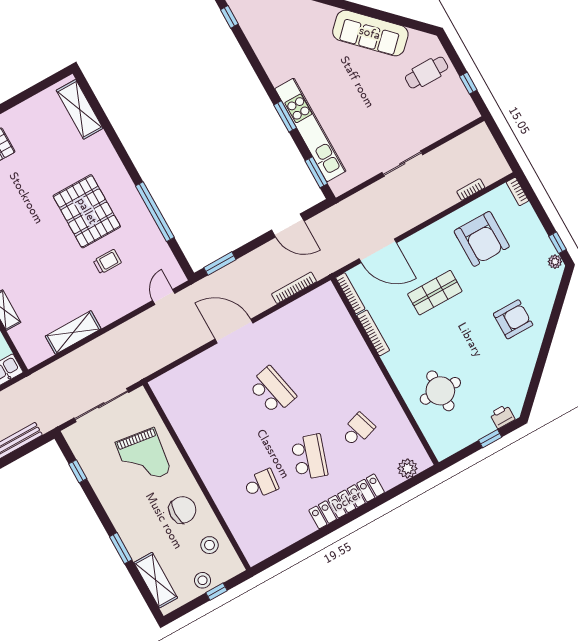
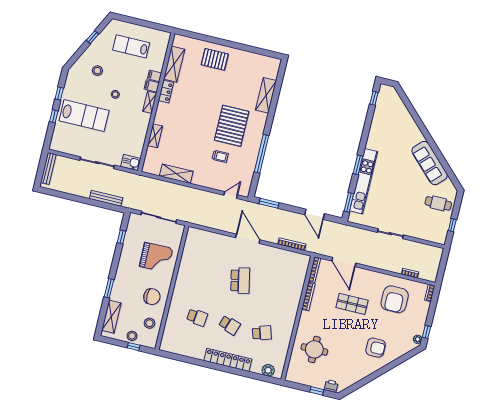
shelving: (80, 109) -> (266, 95), moved
grand piano: (143, 457) -> (156, 257), turned -99
school desk: (309, 457) -> (229, 325), width x0.54

